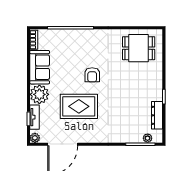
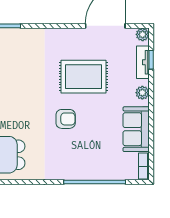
armchair: (92, 75) -> (66, 119), turned 90
plant: (39, 94) -> (142, 93), width x0.53, depth x0.53

